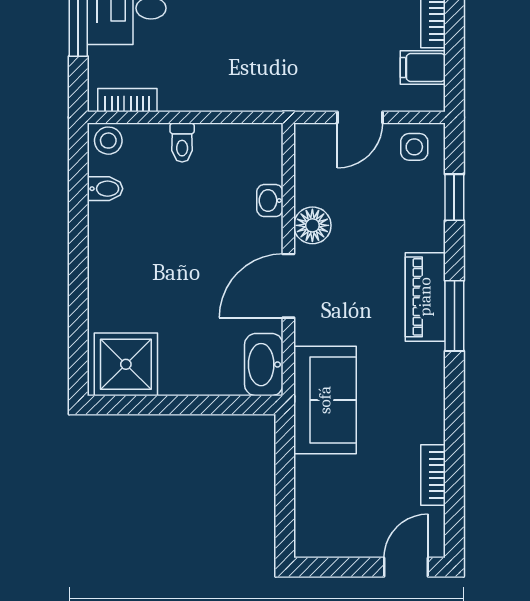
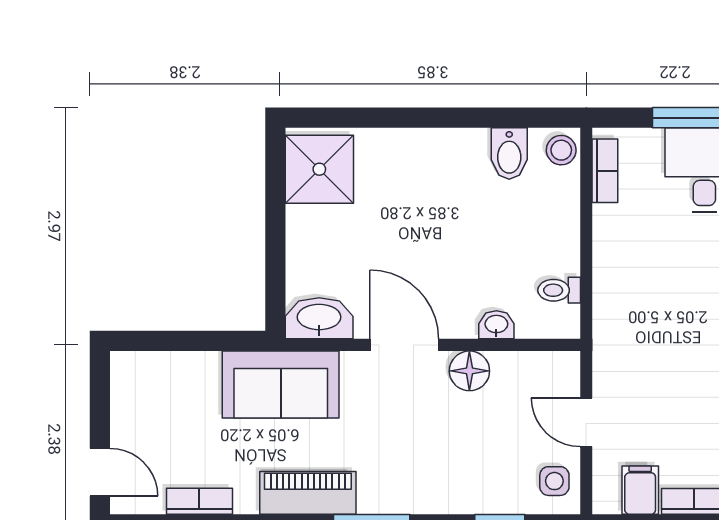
toilet: (182, 143) -> (559, 290), moved
bidet: (105, 189) -> (509, 154), width x1.38, depth x1.36
piano: (425, 297) -> (308, 493), moved

